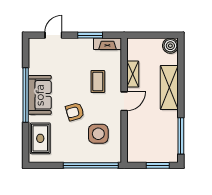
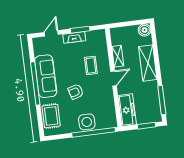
fireplace: (107, 44) -> (74, 37), moved
sofa: (40, 95) -> (46, 76), width x1.36
side table: (98, 134) -> (87, 122), moved
freezer: (136, 143) -> (127, 110), added

